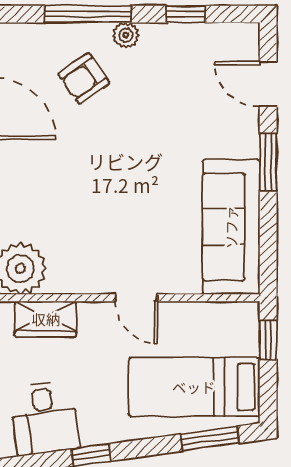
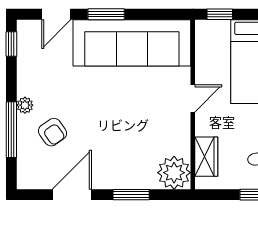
window: (186, 14) -> (11, 44), moved
sofa: (231, 227) -> (132, 43), width x1.36, depth x1.27

